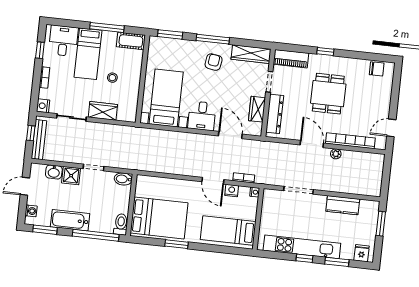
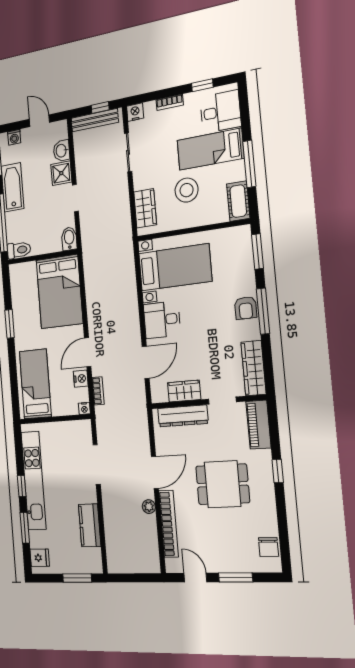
armchair: (214, 62) -> (246, 308), moved, turned 82
stool: (112, 78) -> (187, 190), width x1.89, depth x1.89
window: (395, 97) -> (236, 577), added
wardrobe: (103, 111) -> (145, 208), moved
bed: (159, 218) -> (59, 292), moved

